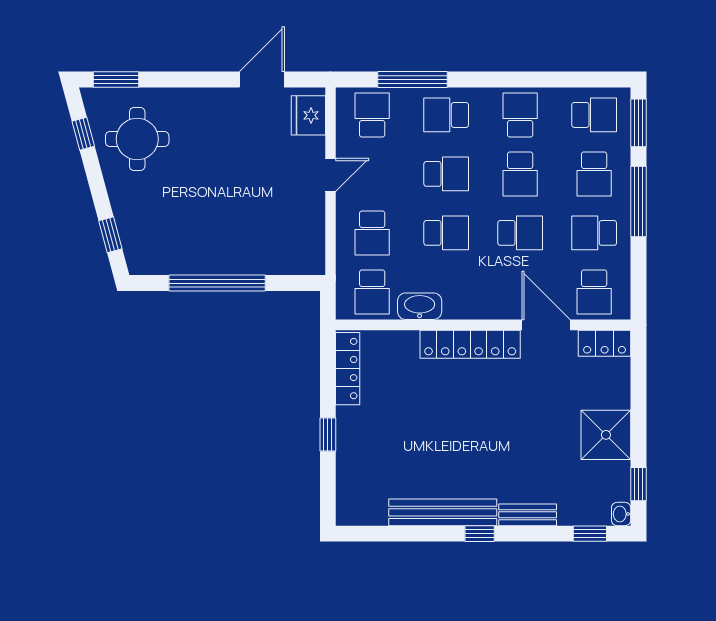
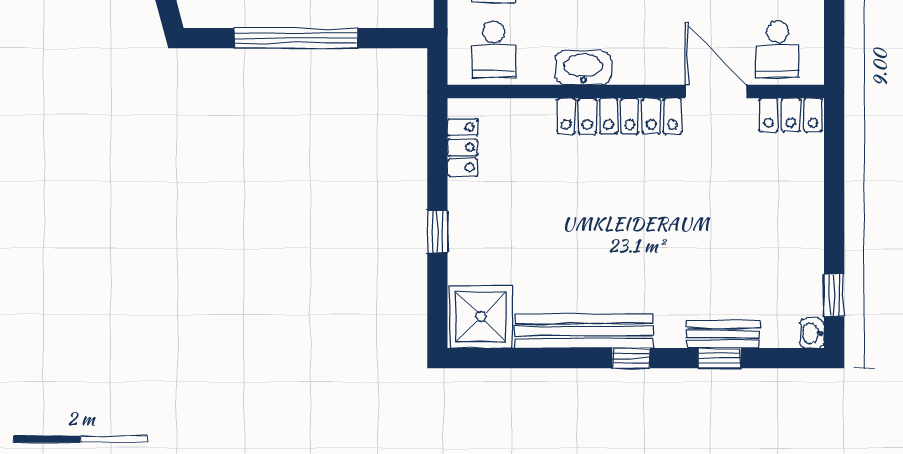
washbasin: (420, 306) -> (583, 68), moved
locker: (348, 369) -> (463, 147), width x0.66
shower: (606, 435) -> (481, 317), moved
bench: (528, 515) -> (723, 334), moved
window: (590, 534) -> (720, 358), moved

